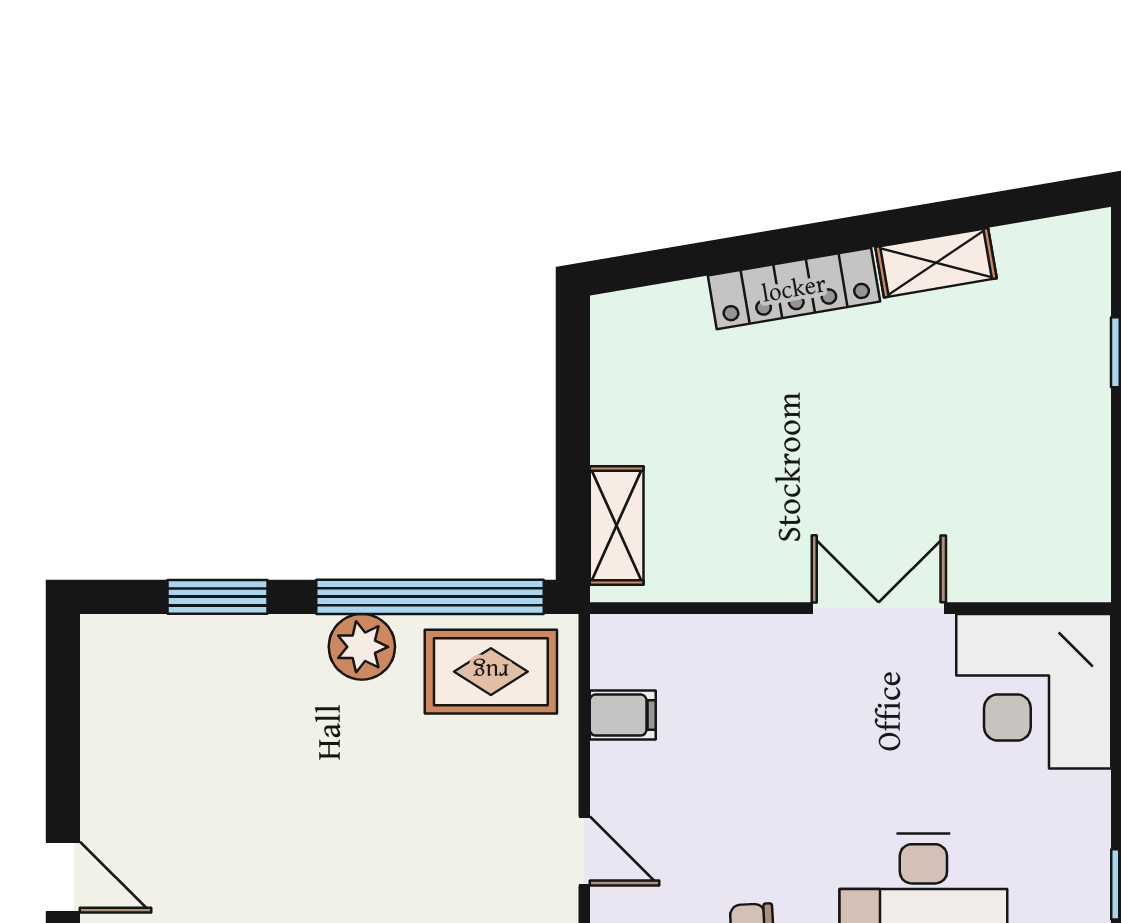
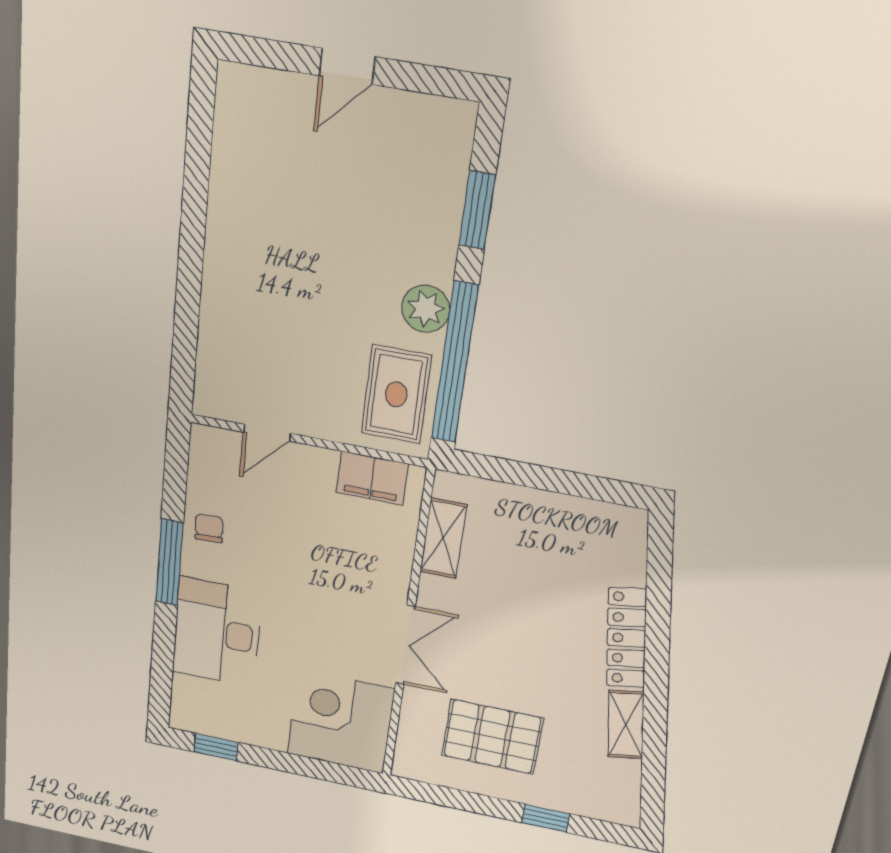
pallet: (1004, 456) -> (492, 737), added
shelving: (617, 526) -> (443, 538), moved, turned 90
filing cabinet: (623, 715) -> (372, 478), width x2.00
door: (63, 877) -> (347, 66), moved

